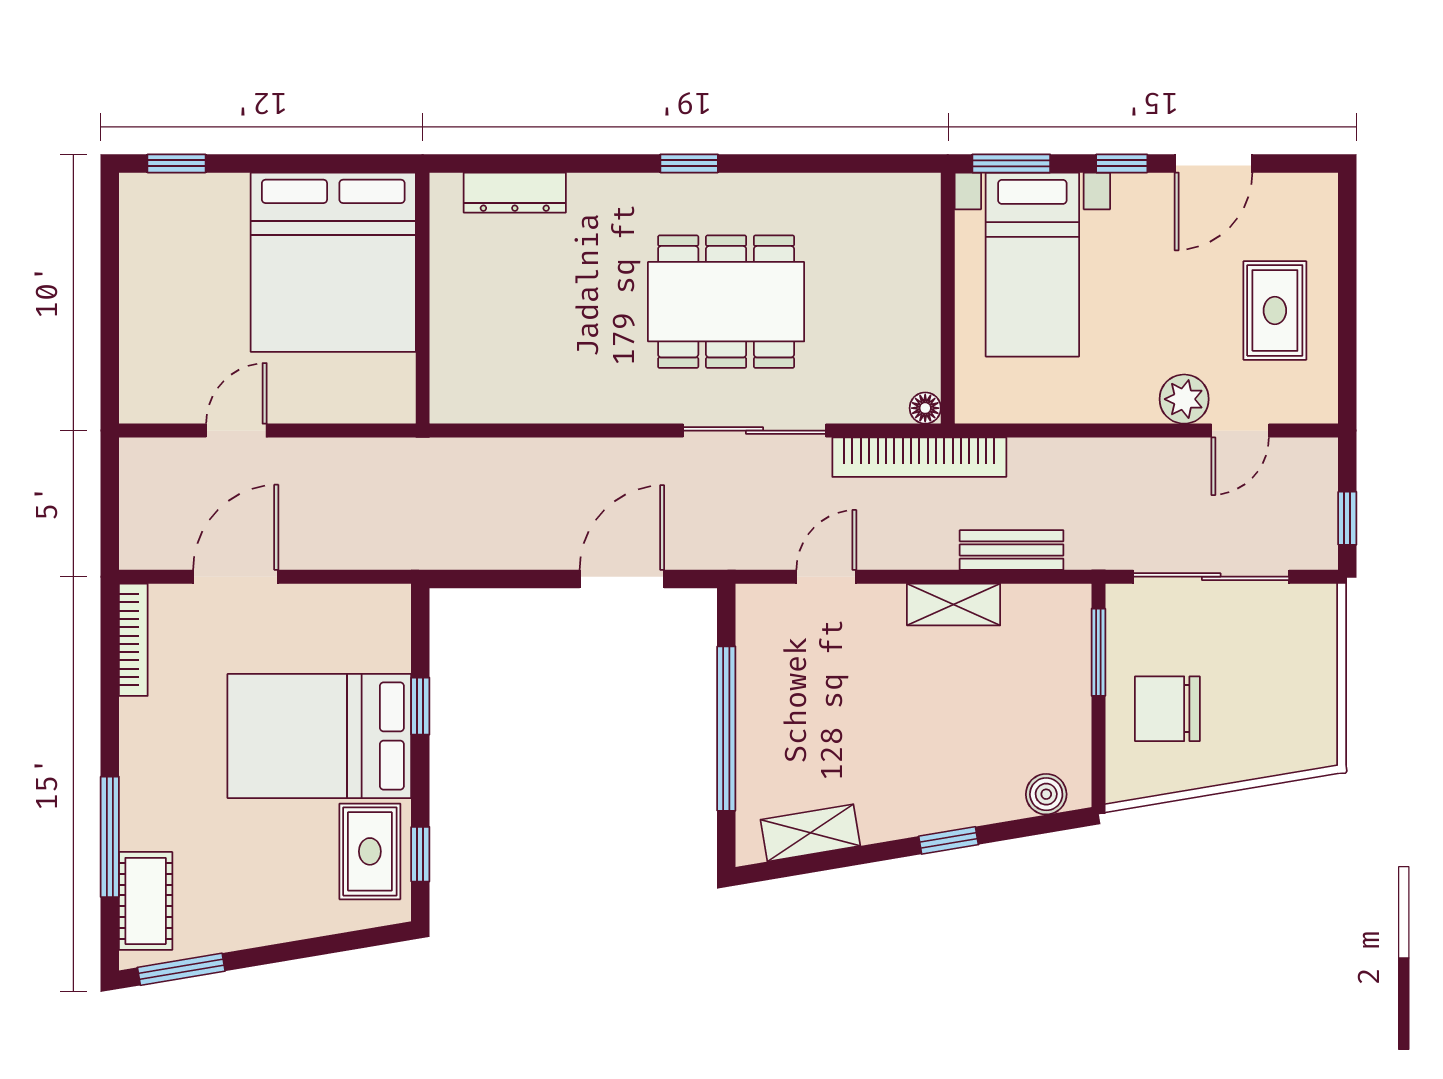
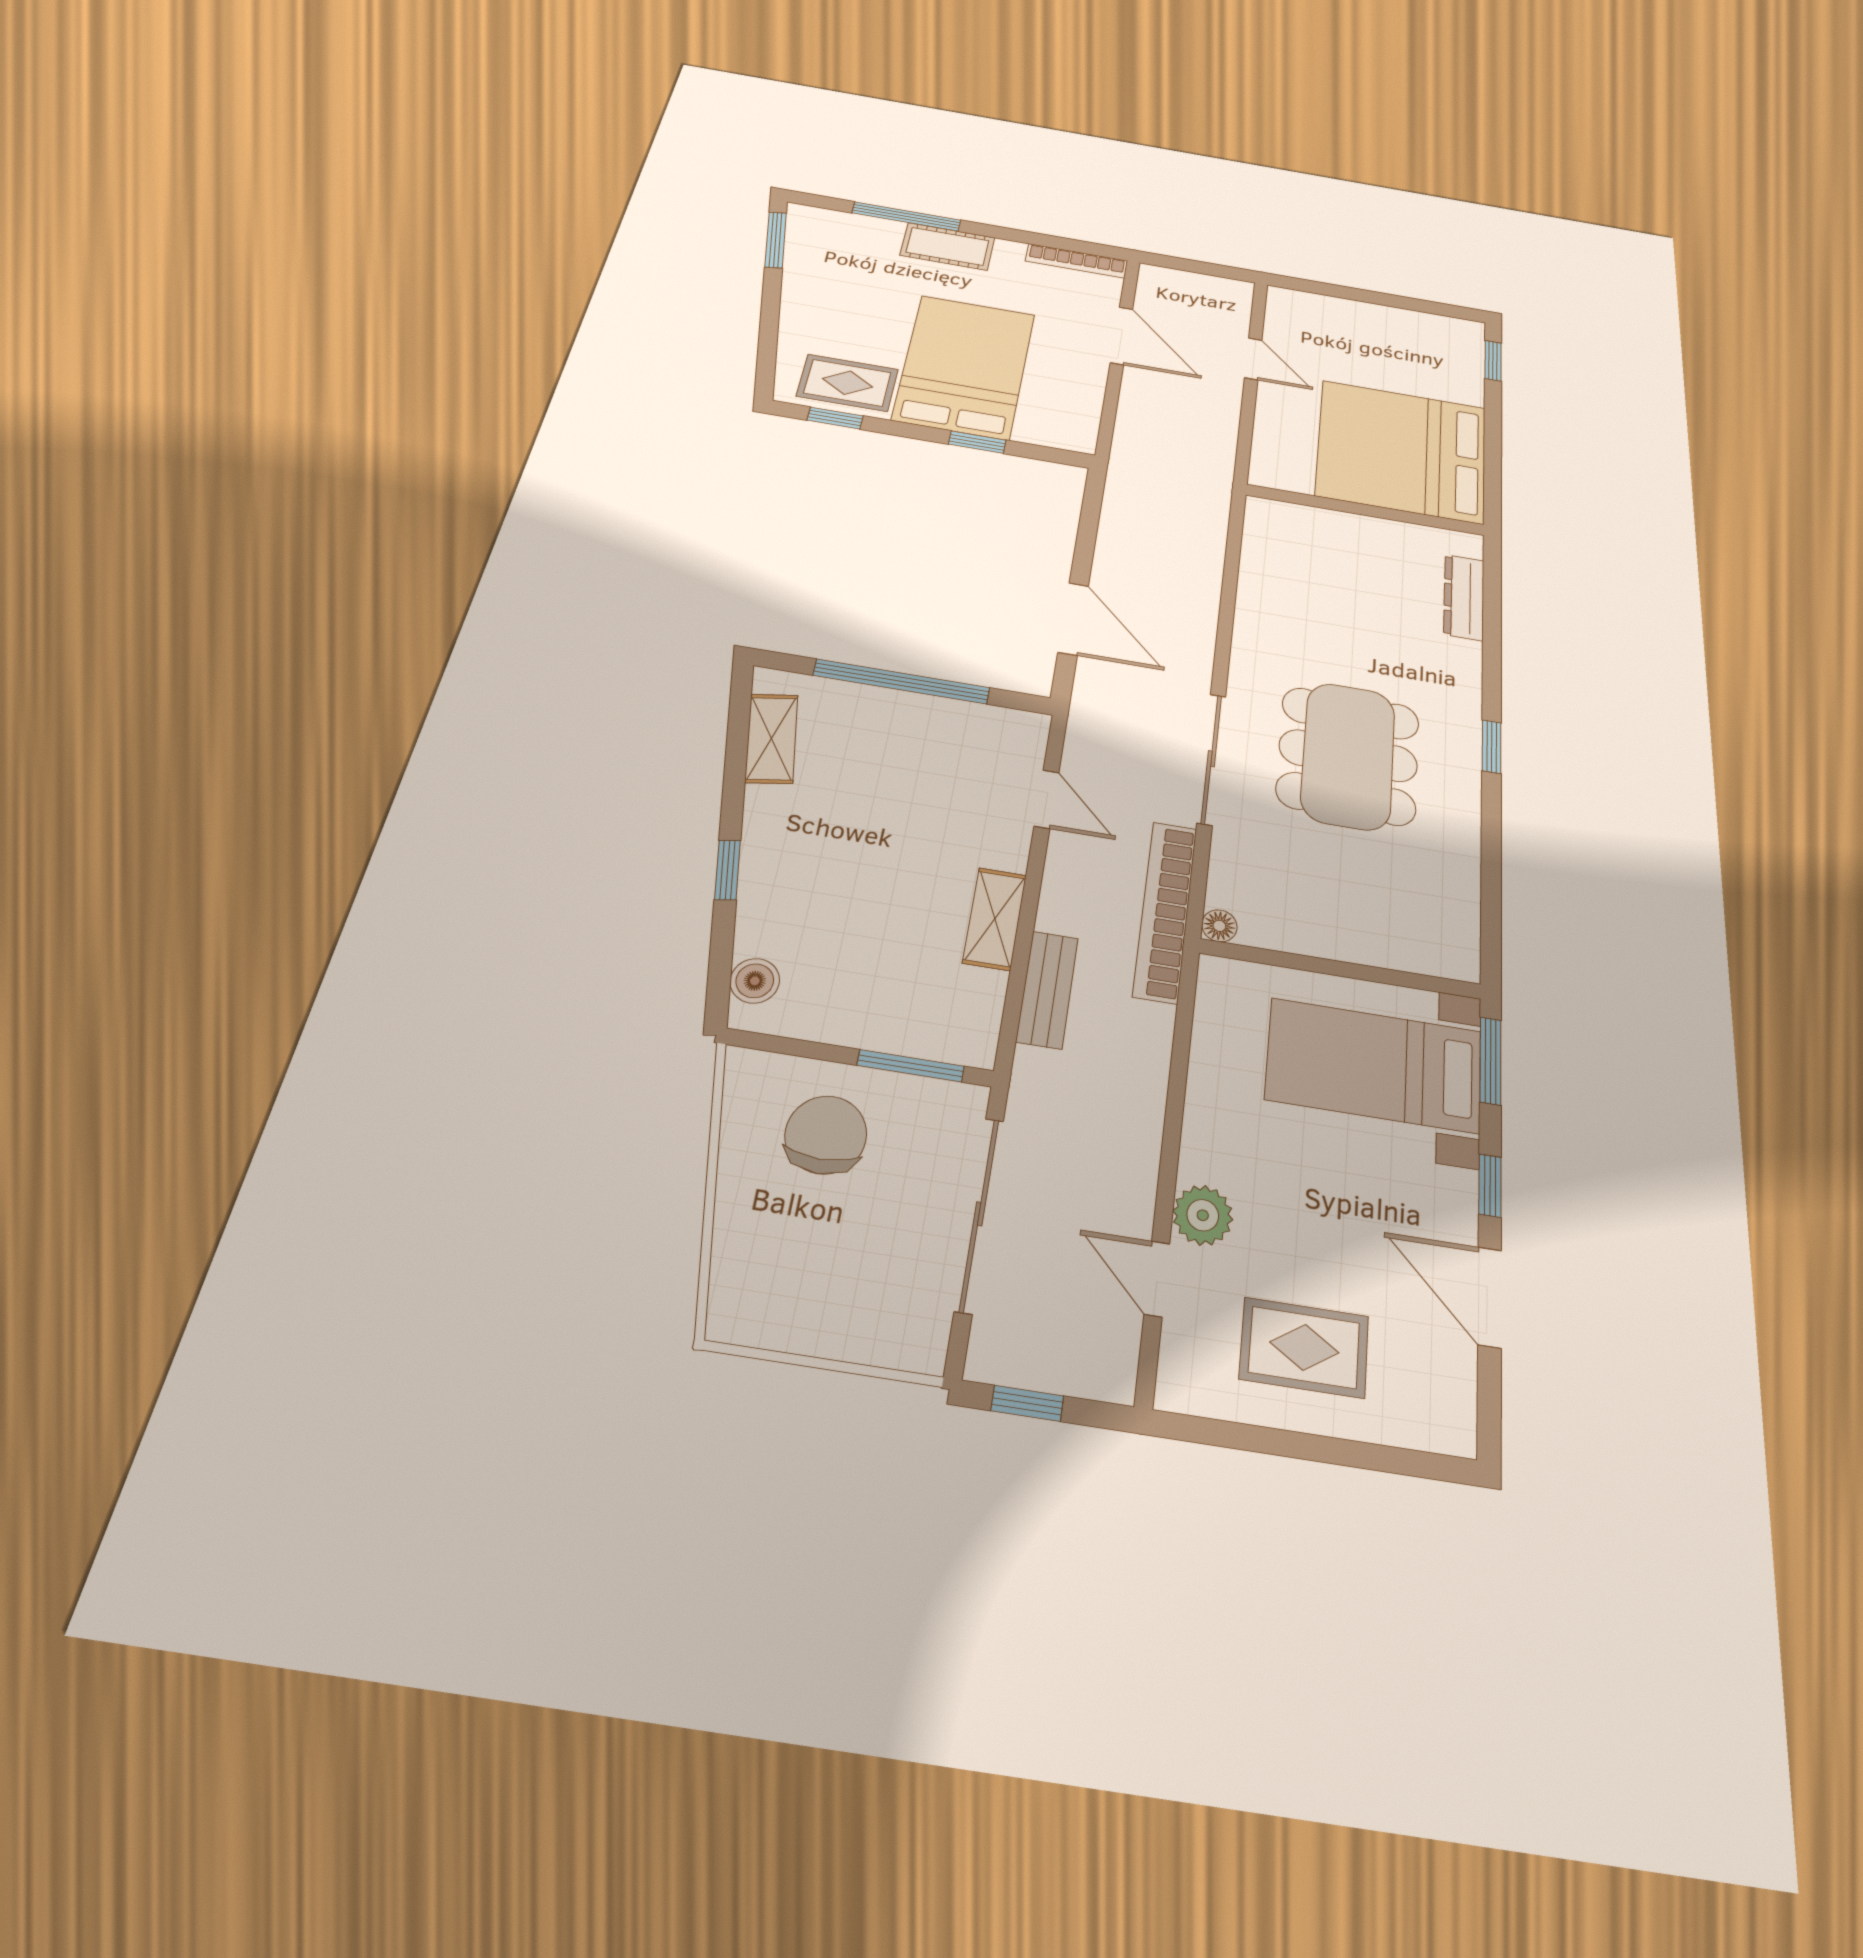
cot: (146, 901) -> (947, 246), moved

